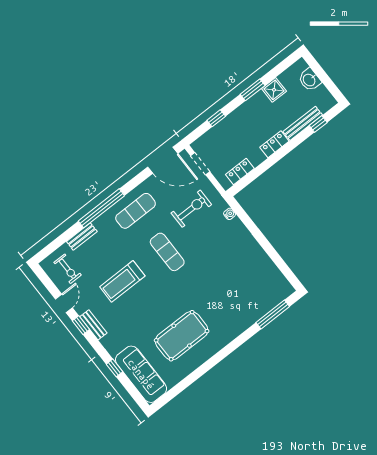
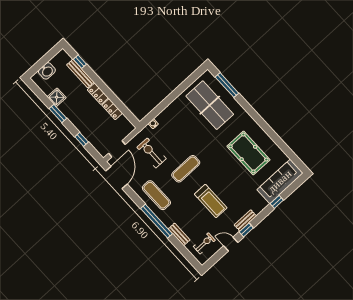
locker: (240, 171) -> (112, 109), moved
table tennis table: (248, 290) -> (210, 105), added

